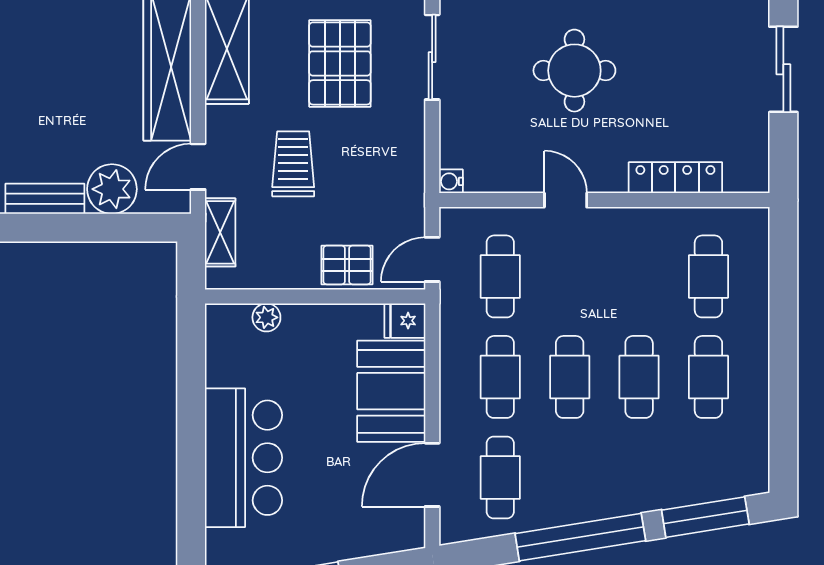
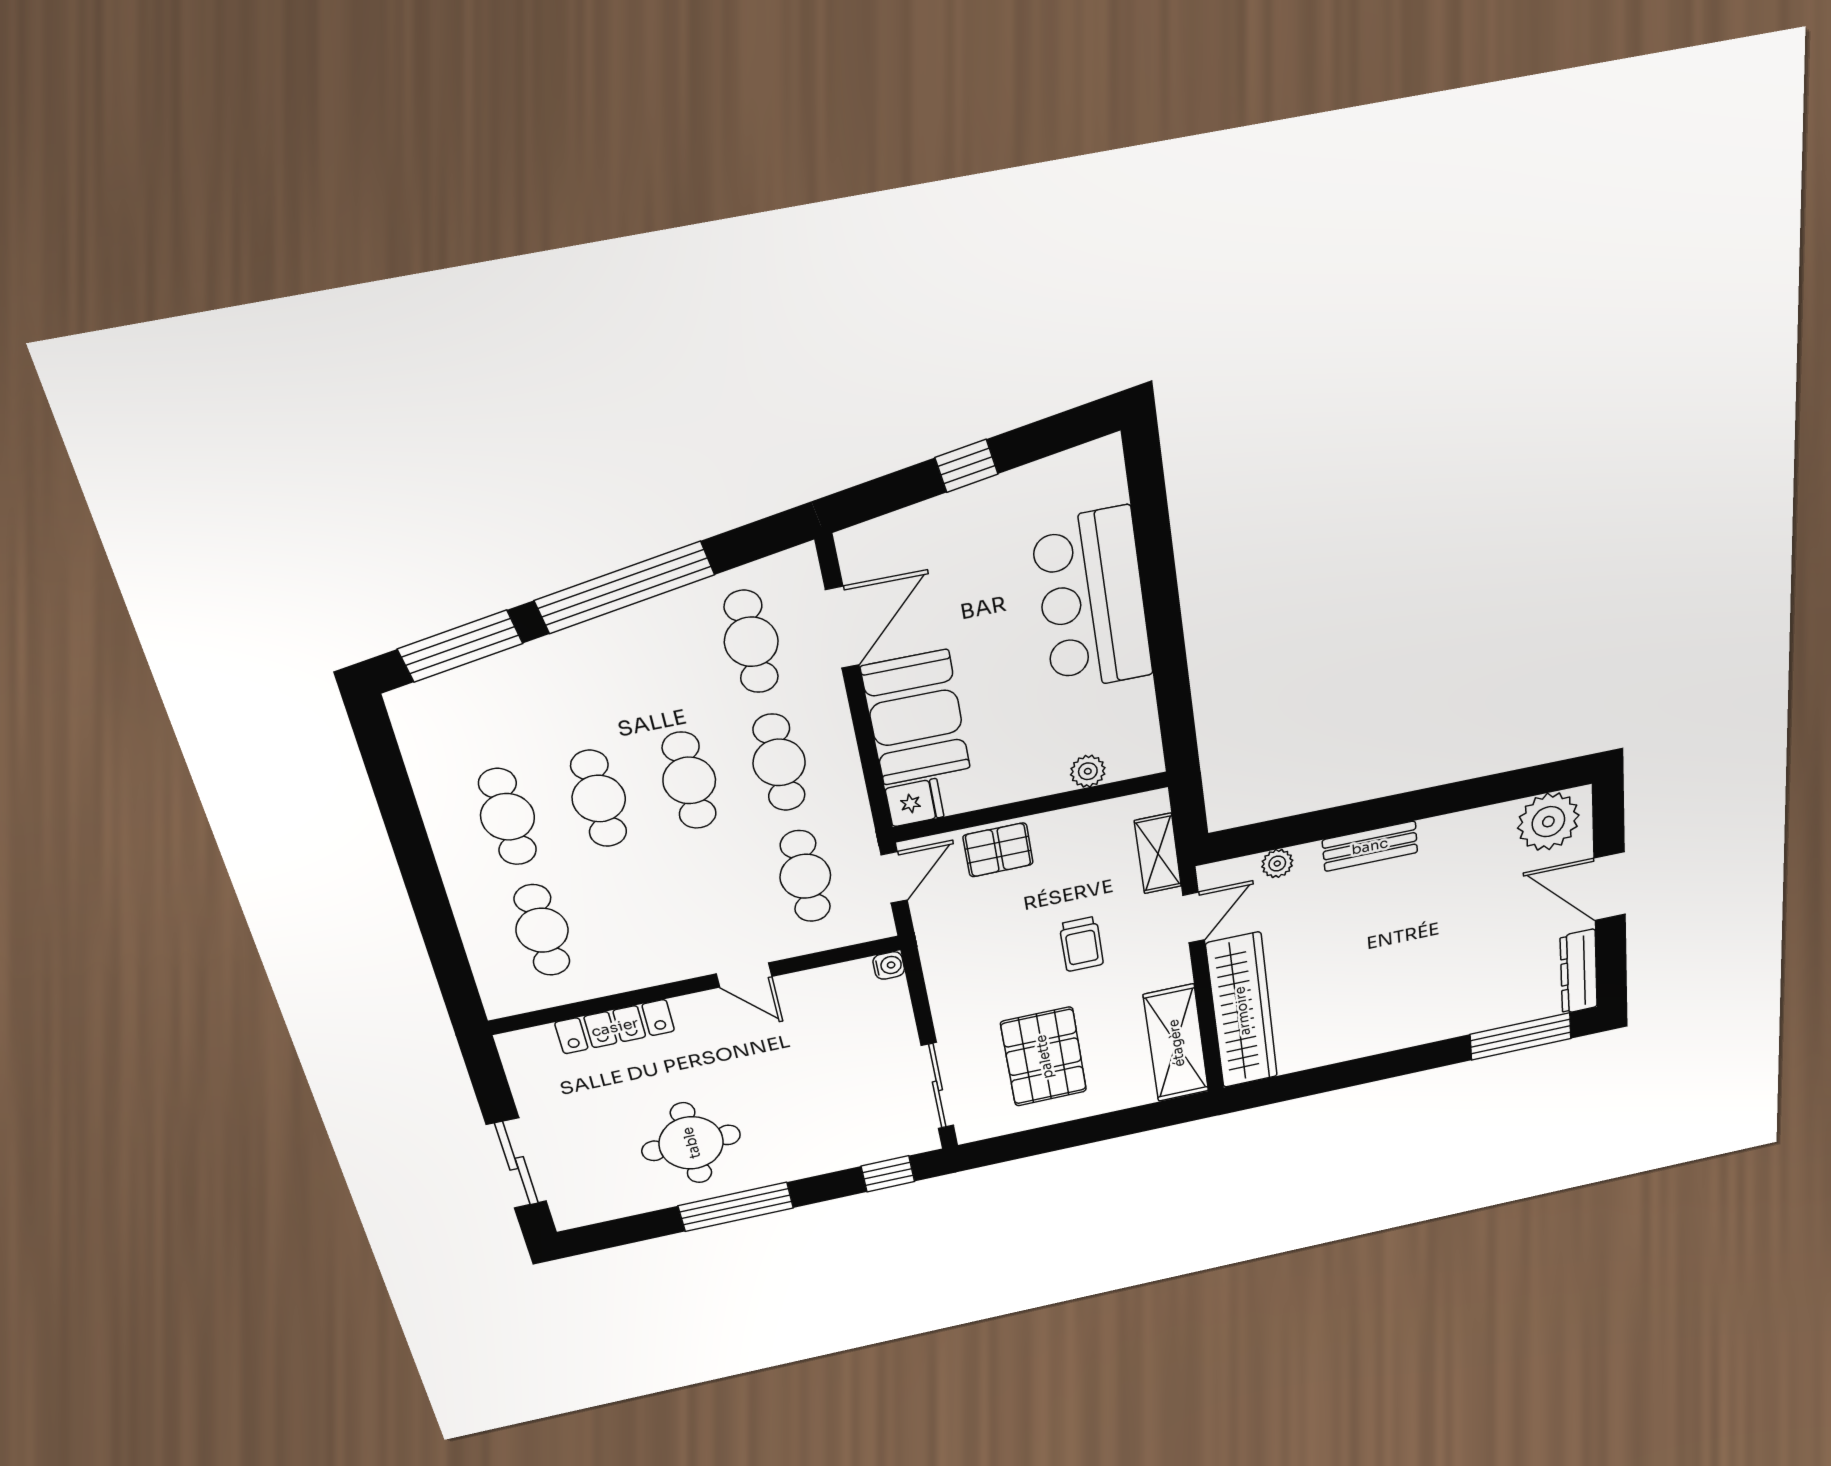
round table: (574, 71) -> (691, 1143), moved
trolley: (293, 164) -> (1081, 944), width x0.73, depth x0.72
plant: (112, 189) -> (1277, 864), width x0.53, depth x0.53

